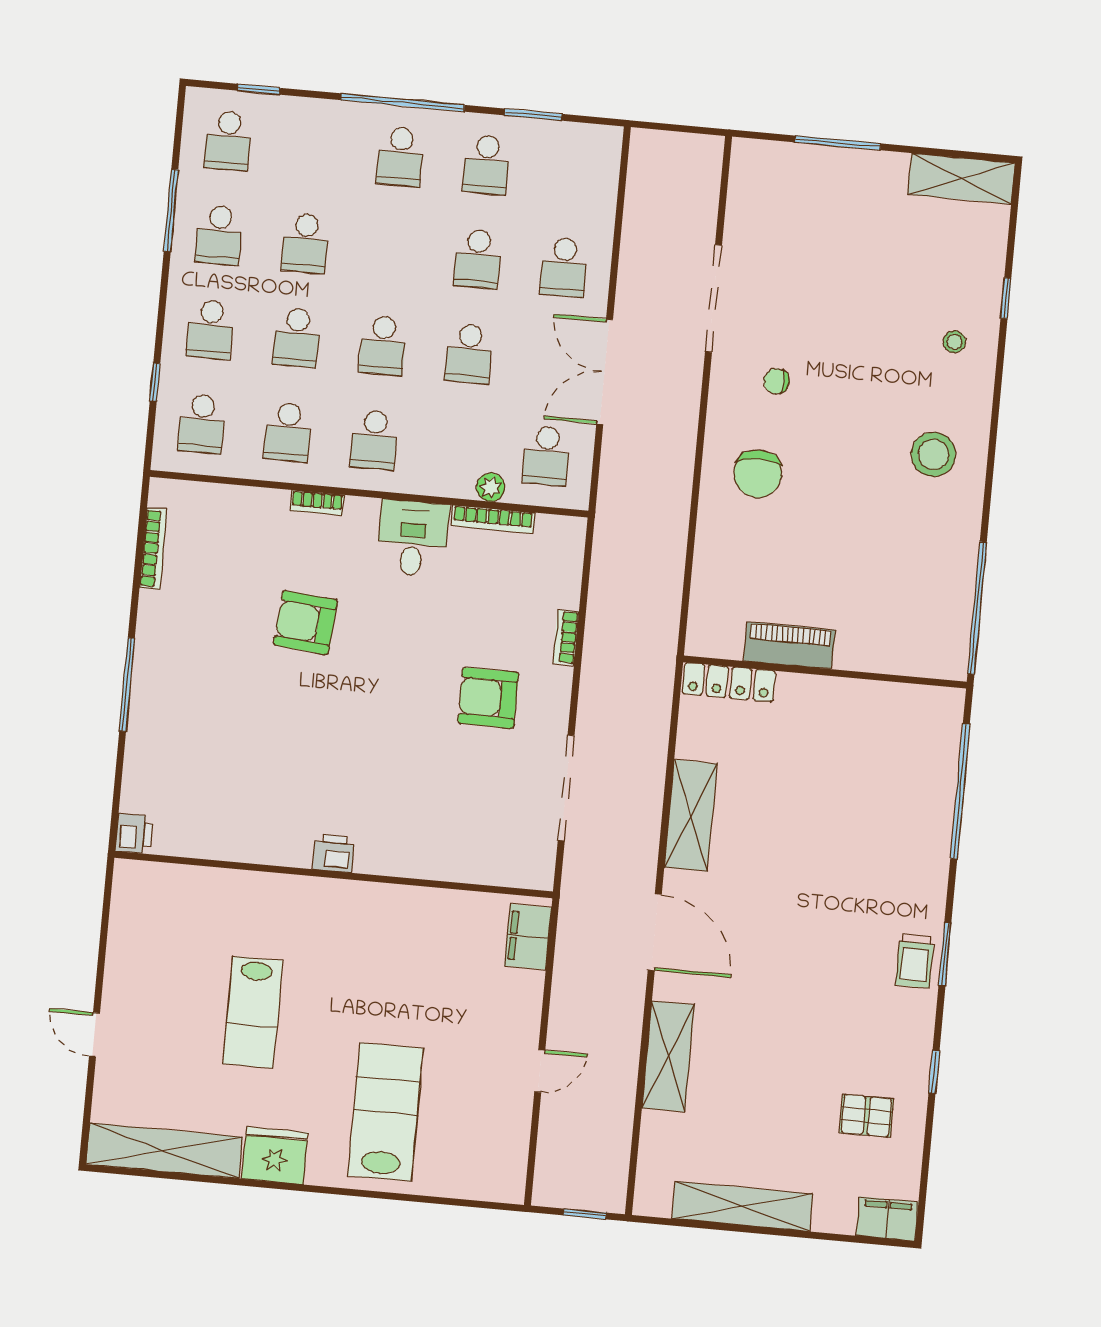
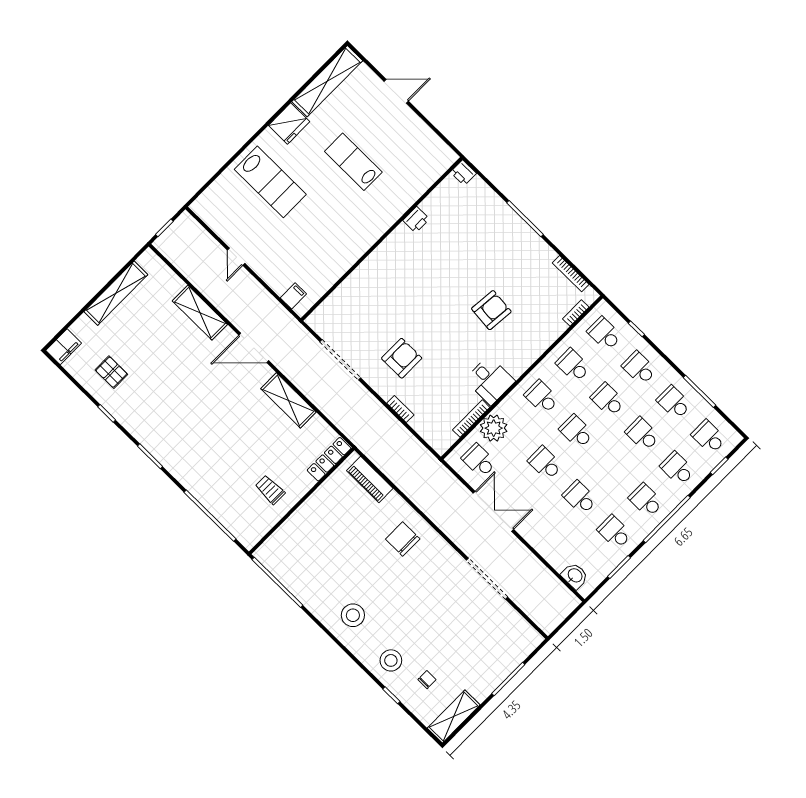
washbasin: (601, 170) -> (575, 576), added
school desk: (564, 267) -> (677, 469), moved
stool: (954, 342) -> (391, 660), width x1.89, depth x1.89
chair: (776, 381) -> (427, 680), moved
plant: (491, 487) -> (494, 428), width x1.87, depth x1.87
bookcase: (317, 503) -> (576, 313), moved
piano: (789, 645) -> (370, 479), moved, turned 90
printer: (334, 853) -> (416, 220), moved
filing cabinet: (528, 937) -> (293, 296), width x0.50
trolley: (915, 961) -> (270, 490), moved
door: (94, 1035) -> (396, 91), width x1.38
pallet: (866, 1116) -> (111, 372), turned 90

